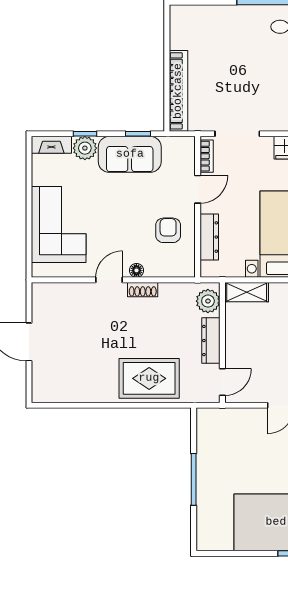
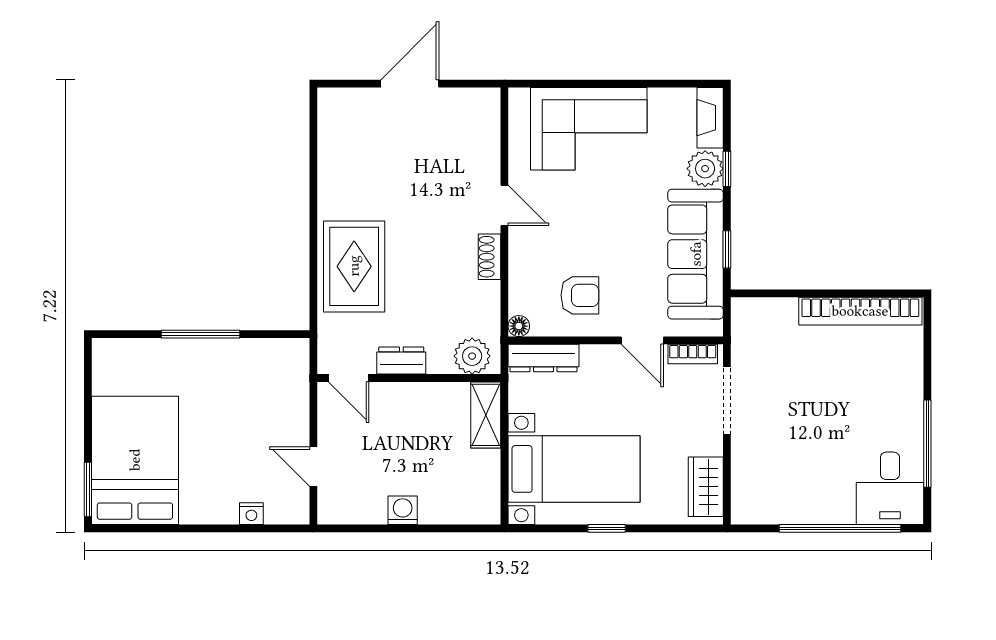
bookcase: (178, 91) -> (860, 311), moved
sofa: (130, 154) -> (696, 254), width x1.36
dresser: (209, 237) -> (544, 358), moved
floor lamp: (136, 270) -> (519, 326), moved
dresser: (211, 341) -> (401, 361), width x0.70

